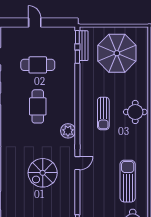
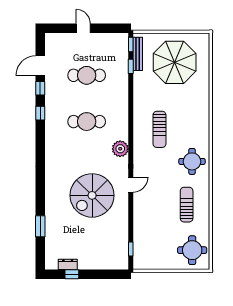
cafe table: (38, 106) -> (87, 122), turned 90
round table: (135, 112) -> (192, 161), moved
spiral stairs: (43, 173) -> (92, 195), width x1.37, depth x1.37
sun lounger: (128, 181) -> (187, 205), width x0.73, depth x0.75

